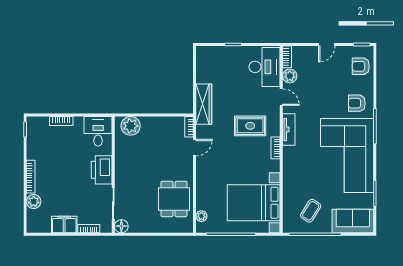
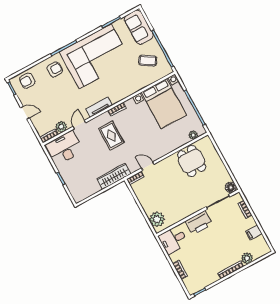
armchair: (361, 66) -> (27, 81), turned 90
armchair: (357, 103) -> (55, 69), turned -90
dining table: (174, 199) -> (192, 161), turned 90
filing cabinet: (64, 224) -> (254, 233), width x0.50

